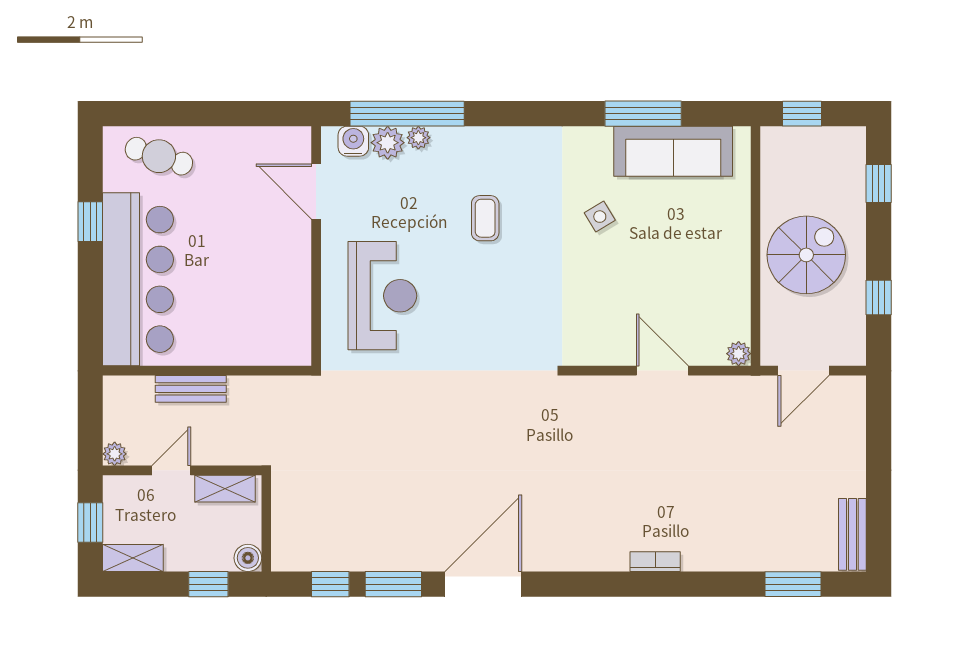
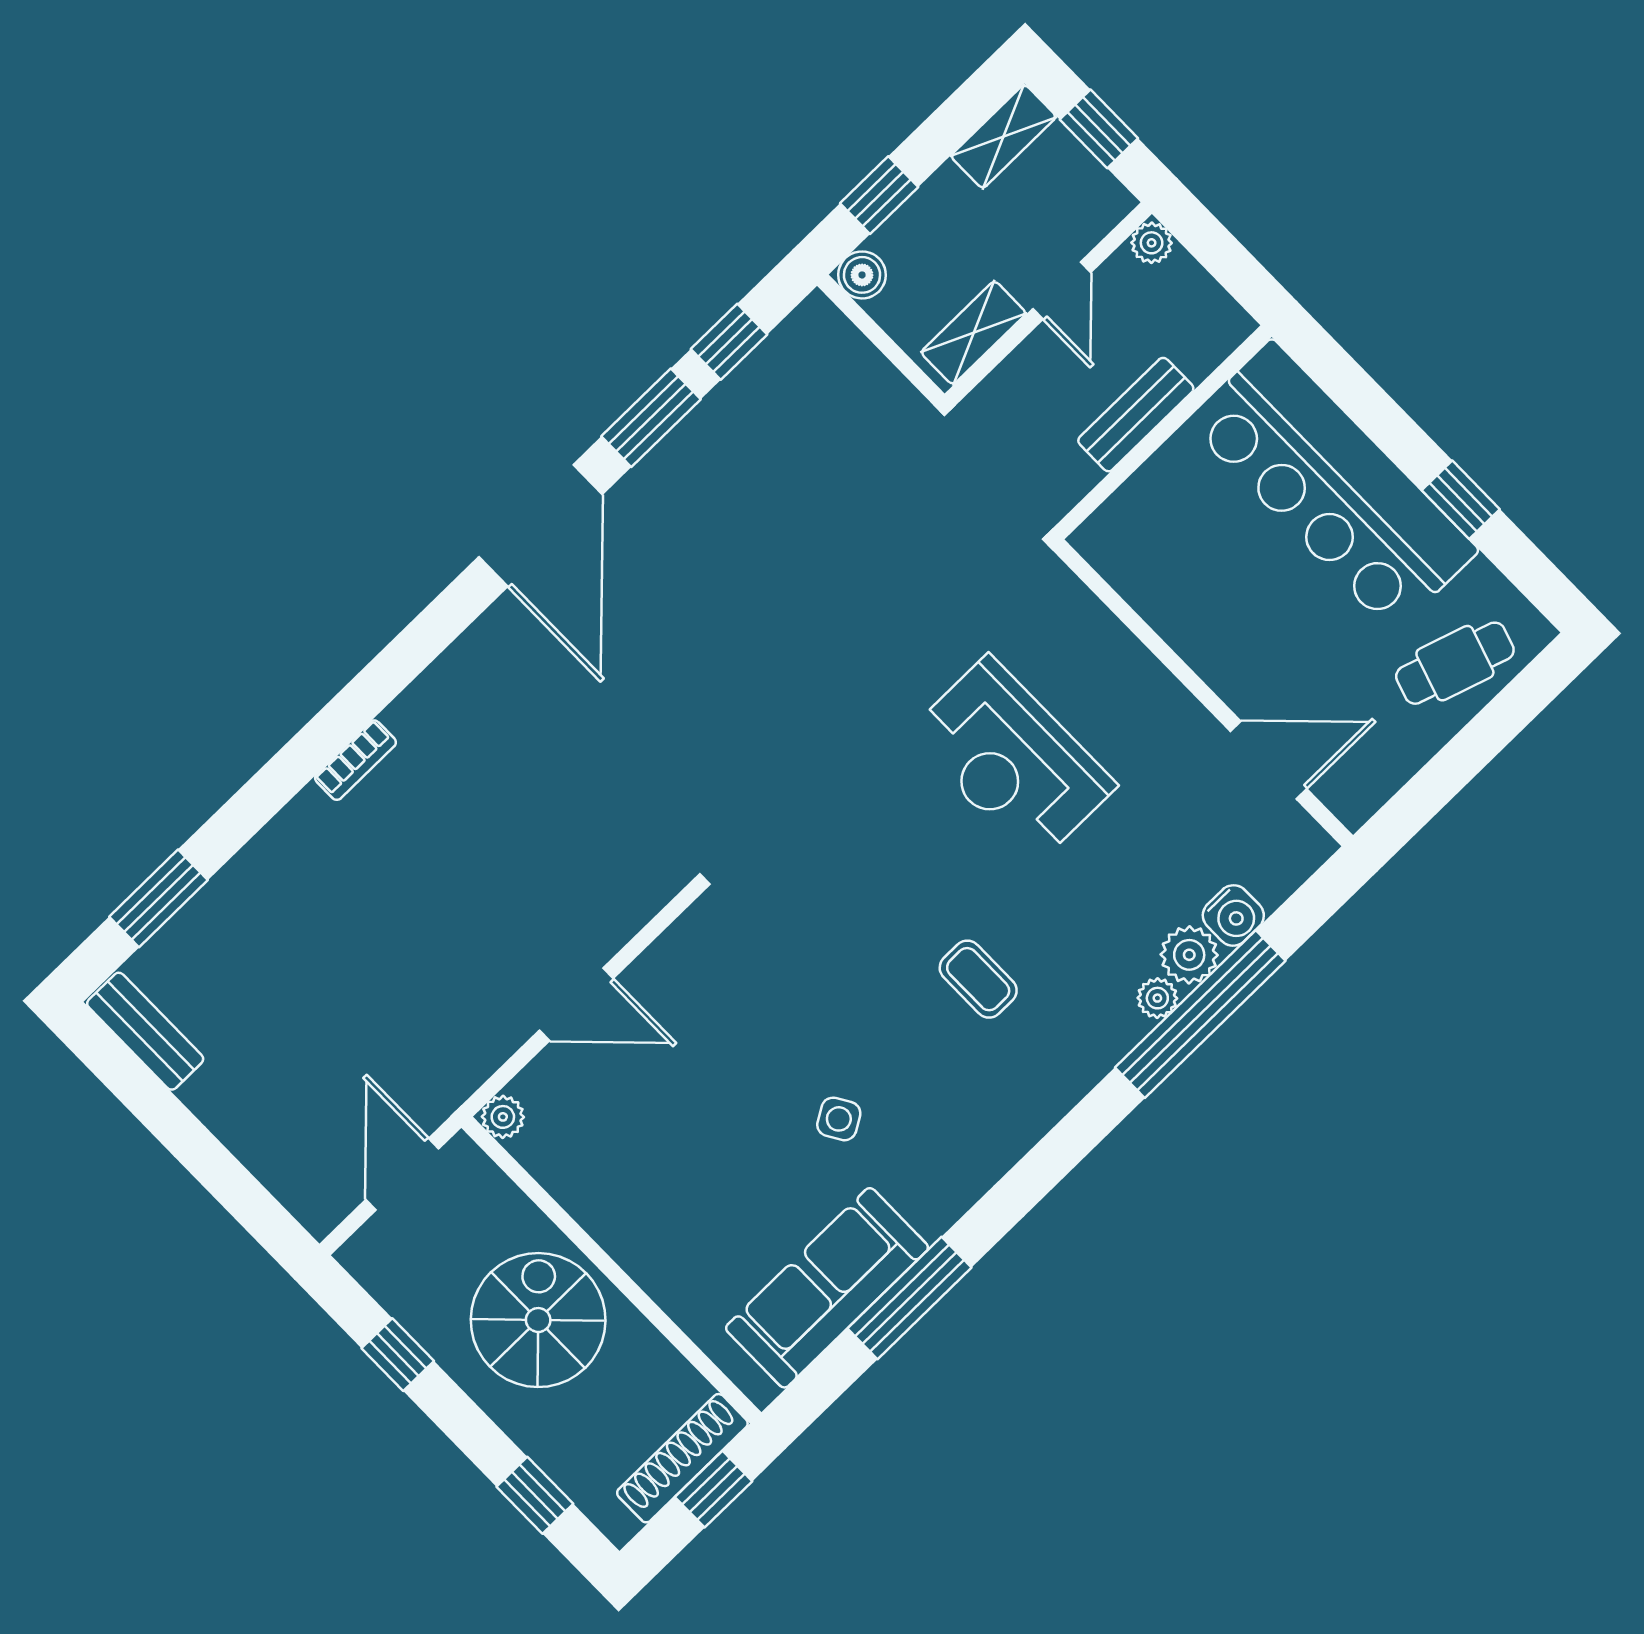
shoe rack: (802, 139) -> (682, 1458), added
door: (316, 191) -> (1269, 760), moved
wall: (316, 246) -> (1203, 693), moved
spiral stairs: (806, 255) -> (538, 1320), turned 180

